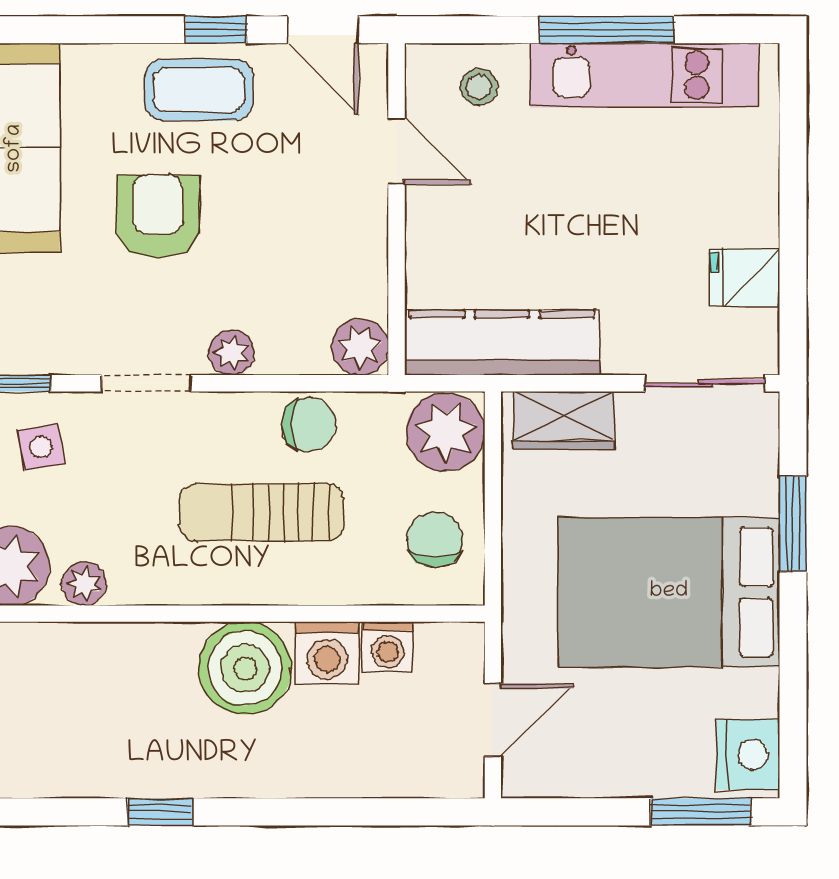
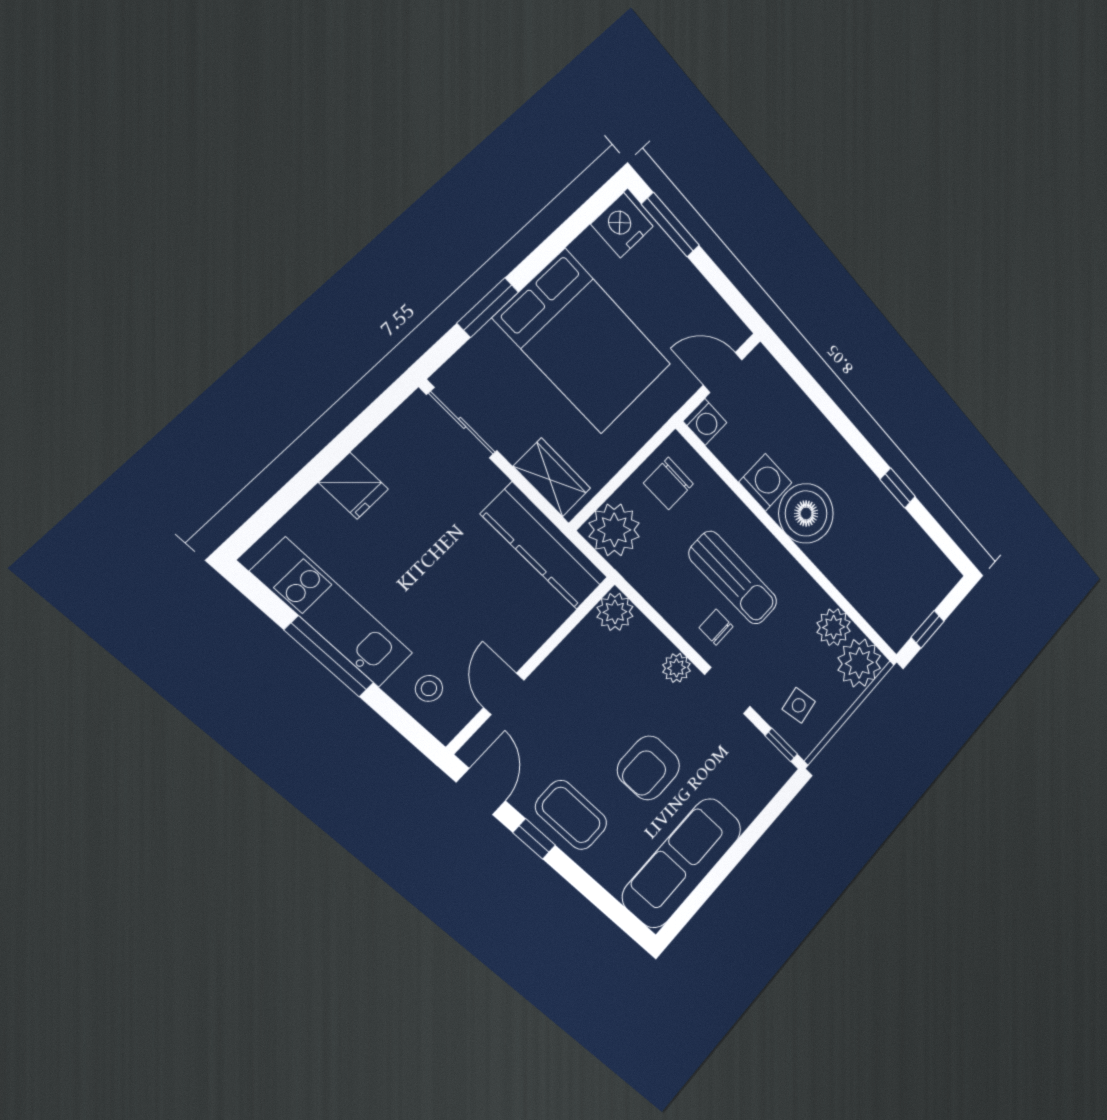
fridge: (745, 278) -> (354, 486), moved
chair: (308, 424) -> (716, 627), moved, width x0.73, depth x0.73
plant: (84, 584) -> (834, 627), width x1.38, depth x1.38
washing machine: (388, 647) -> (705, 422), moved, turned 90

